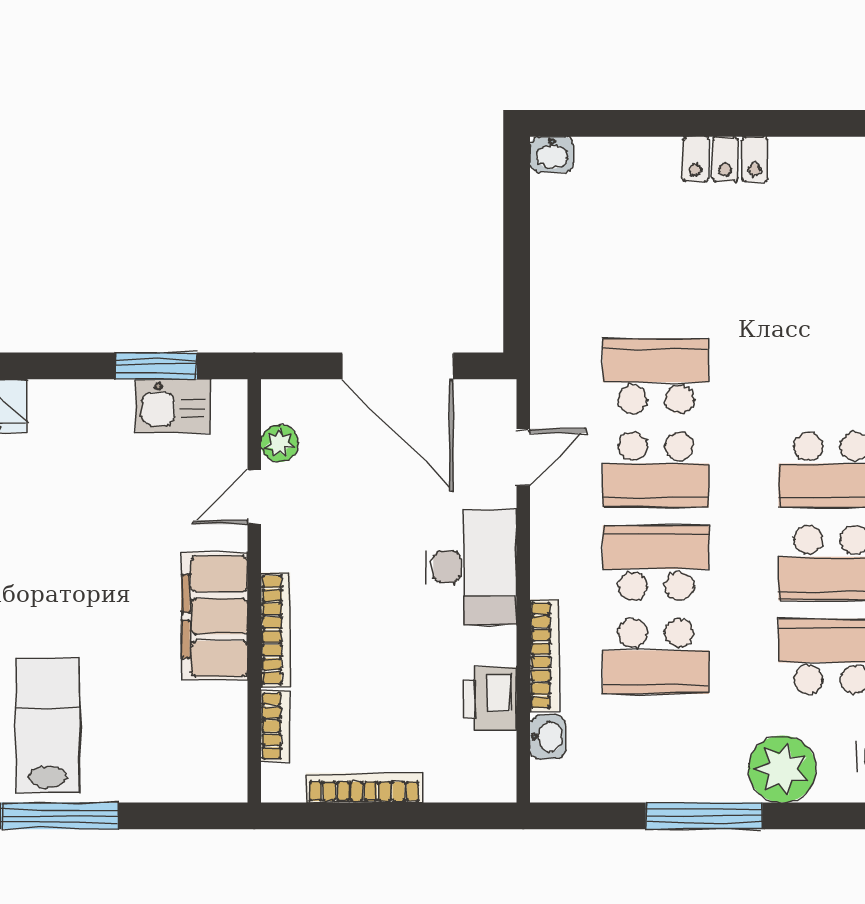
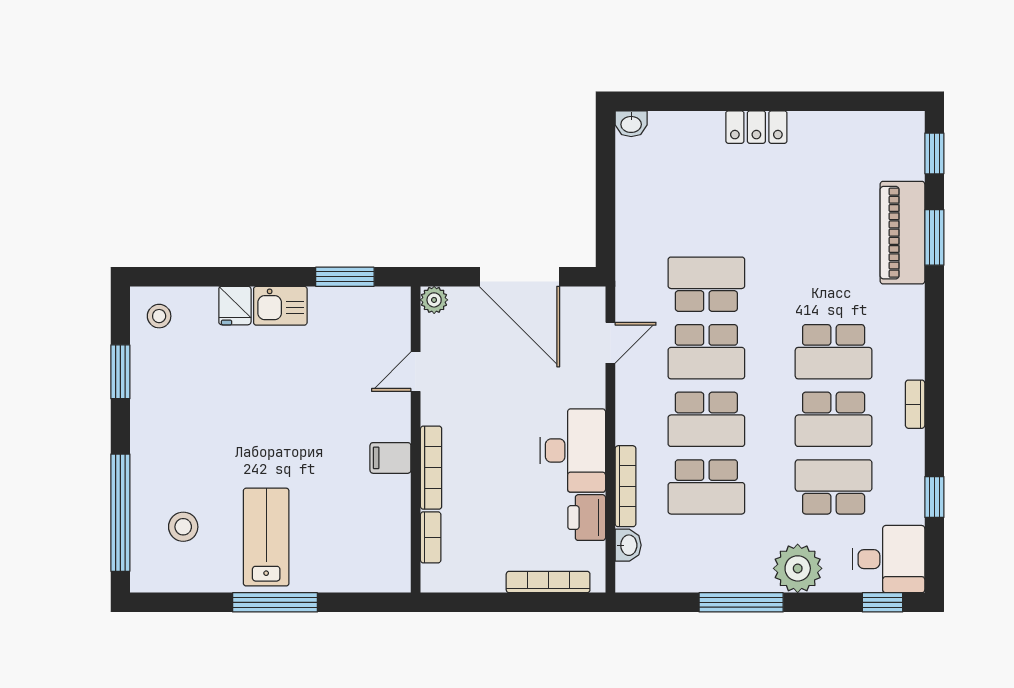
kitchen sink: (173, 406) -> (280, 306), moved
plant: (280, 443) -> (434, 300), moved
school desk: (656, 563) -> (706, 419), turned 180
desk: (471, 567) -> (573, 451), moved
filing cabinet: (215, 616) -> (390, 458), width x0.33, depth x0.86
bookcase: (364, 788) -> (548, 582), moved

